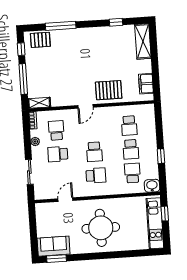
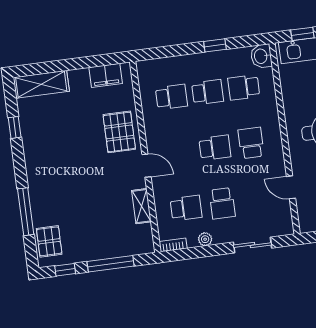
shelving: (39, 103) -> (141, 206), moved
school desk: (56, 130) -> (186, 208), turned 180

